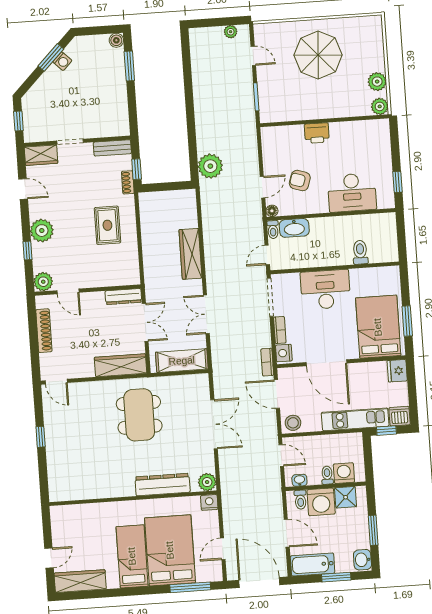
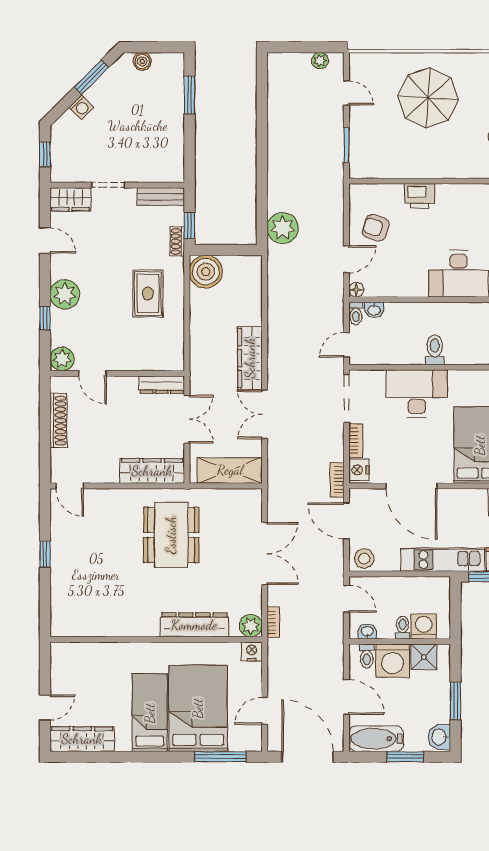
boiler: (116, 40) -> (142, 61), moved
washing machine: (62, 61) -> (81, 107), moved
armchair: (300, 181) -> (376, 228), moved
boiler: (152, 205) -> (206, 272), added
washbasin: (294, 228) -> (374, 310), width x0.52, depth x0.69
toilet: (360, 252) -> (435, 350), moved
wardrobe: (190, 254) -> (250, 358), moved
bookcase: (225, 478) -> (273, 622), added

